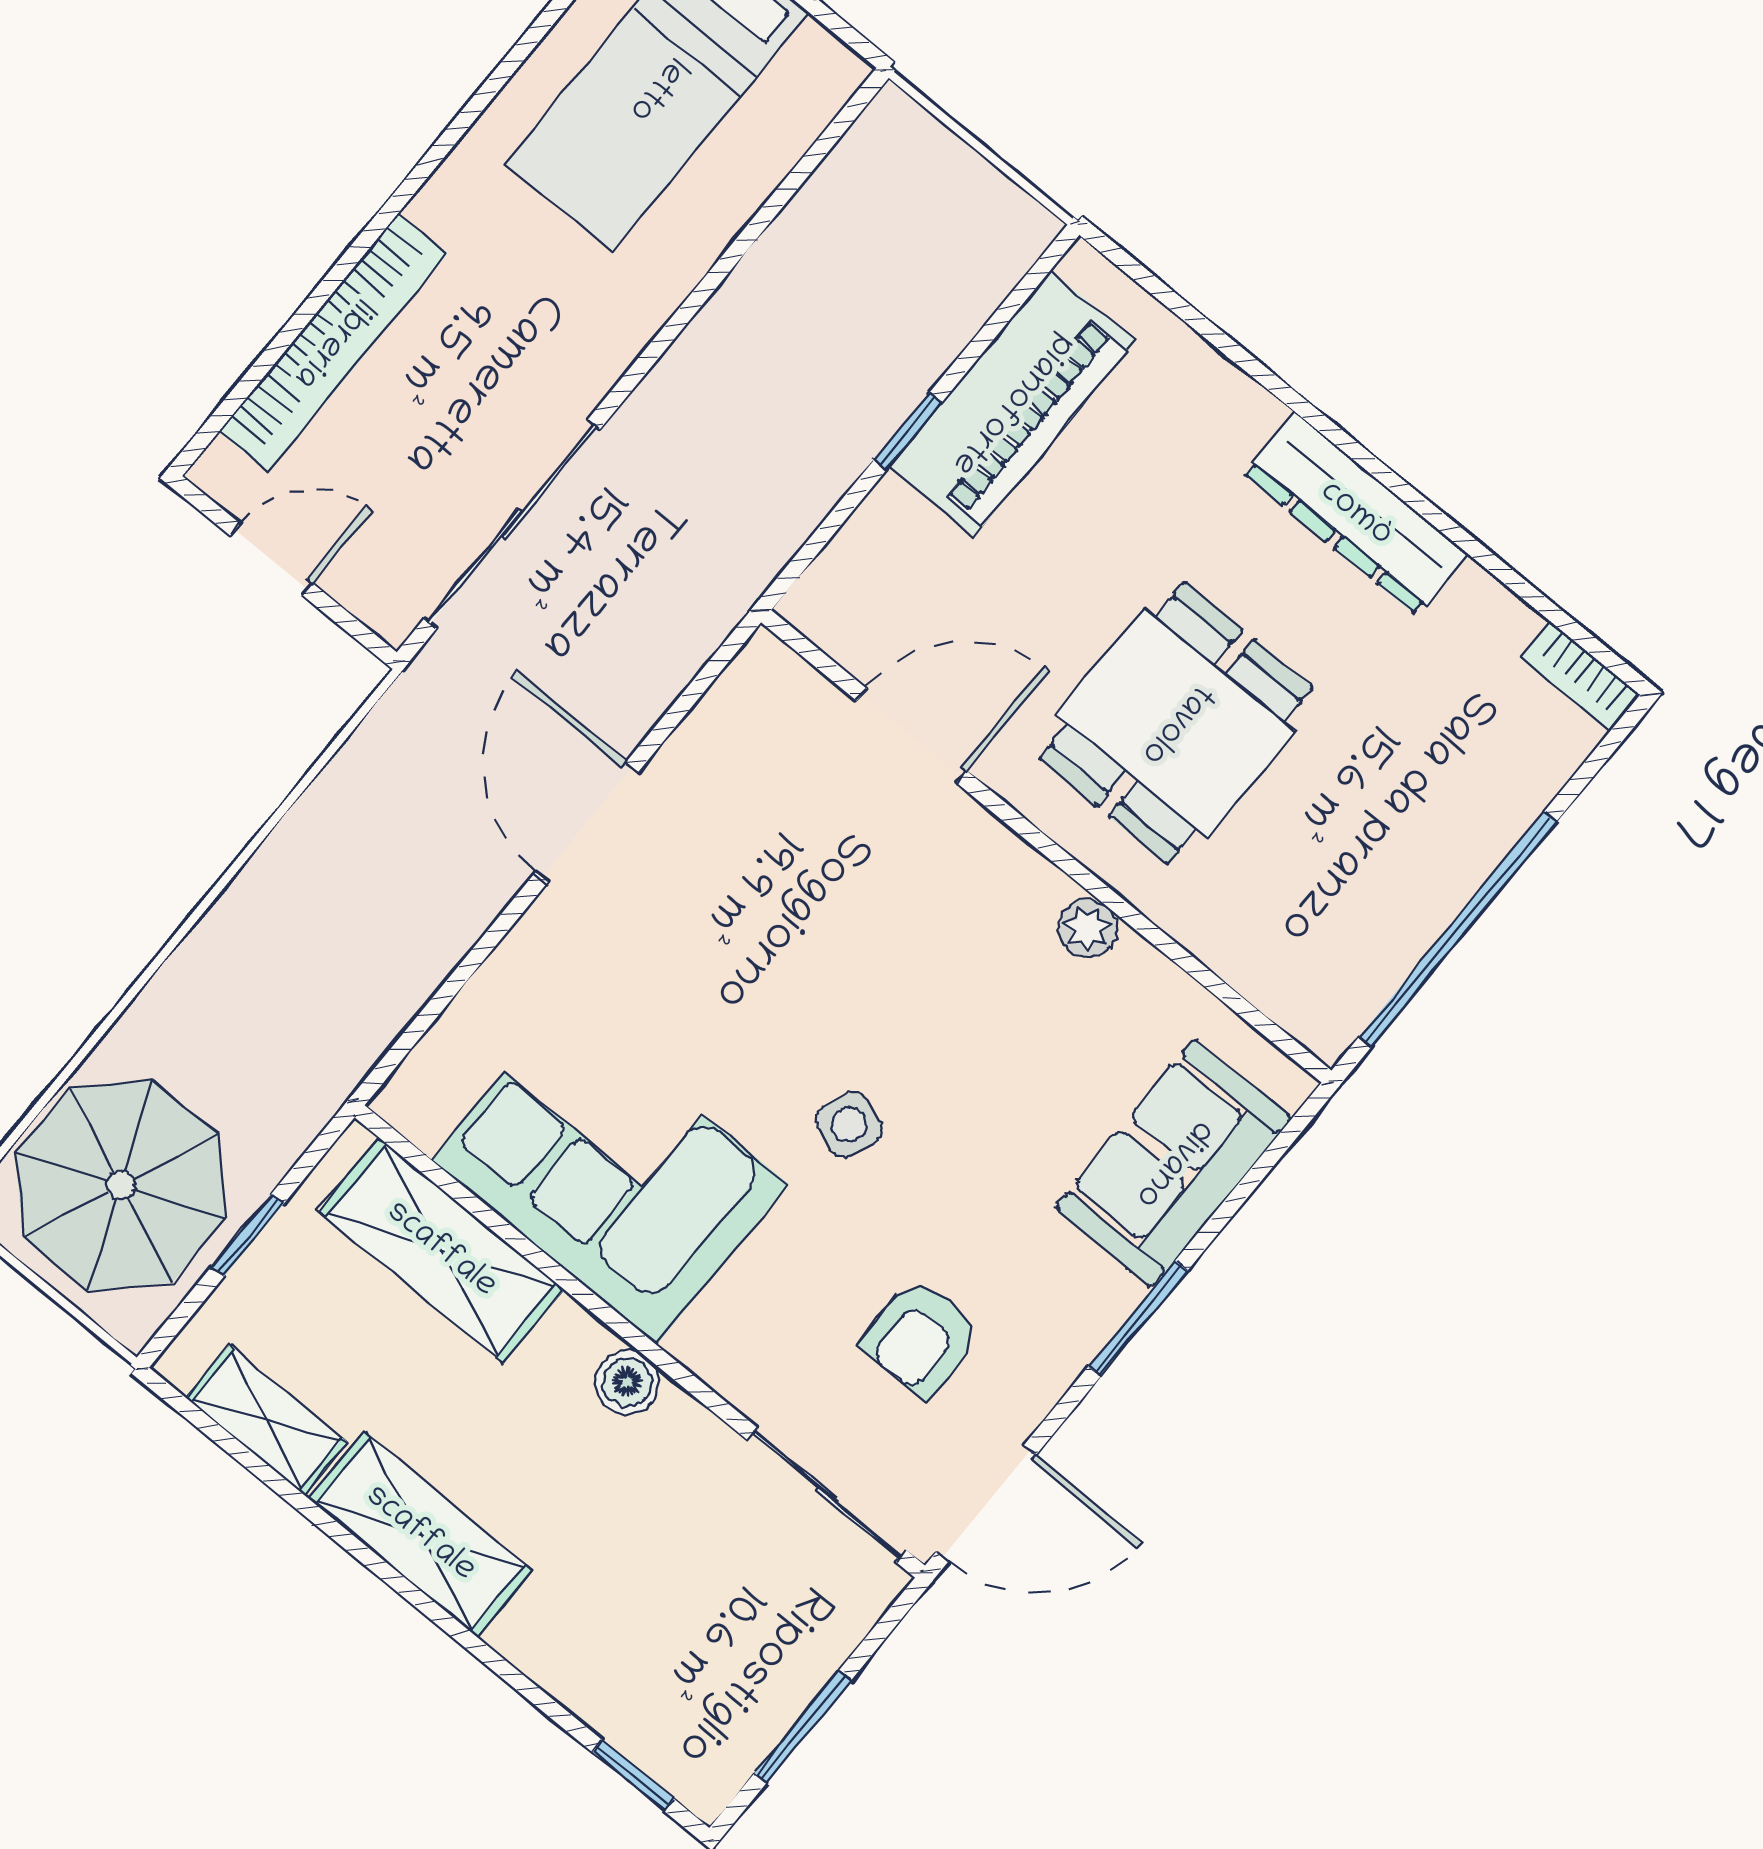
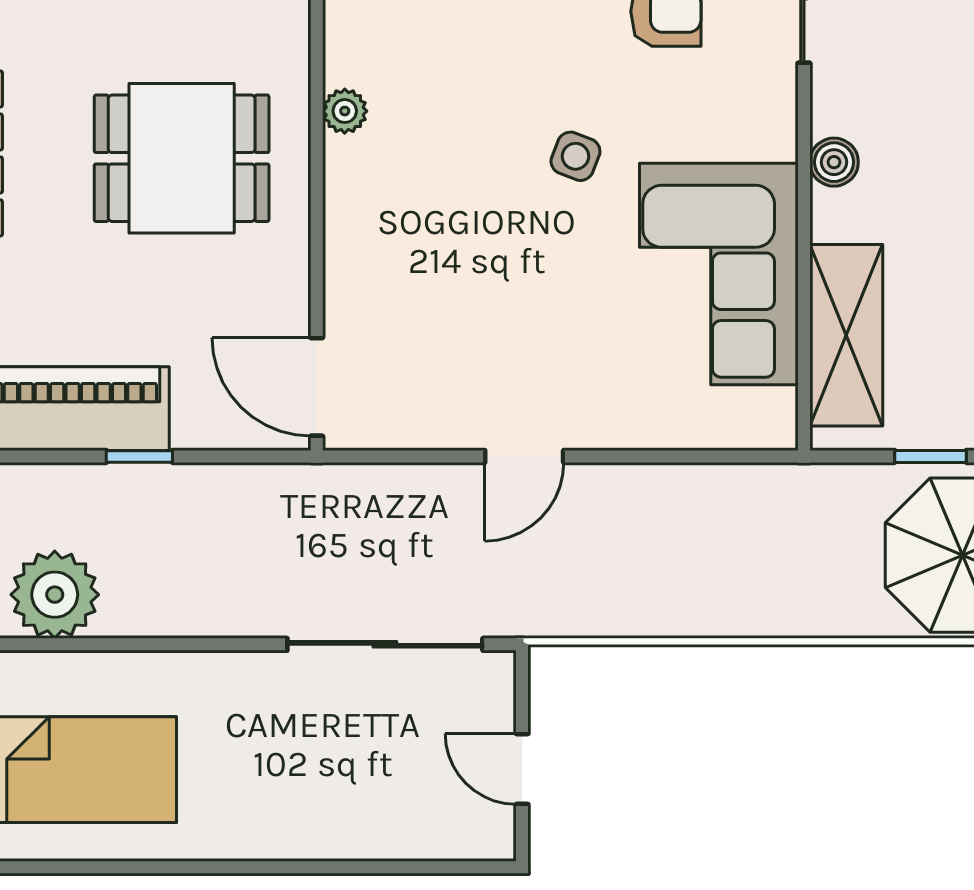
plant: (838, 230) -> (55, 595), added
bookcase: (333, 342) -> (365, 837), removed
door: (912, 736) -> (317, 387), moved
door: (587, 822) -> (524, 456), width x0.73

